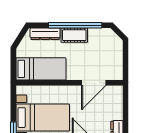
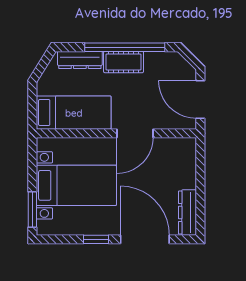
door: (126, 60) -> (200, 100), added
door: (94, 83) -> (135, 133), moved

